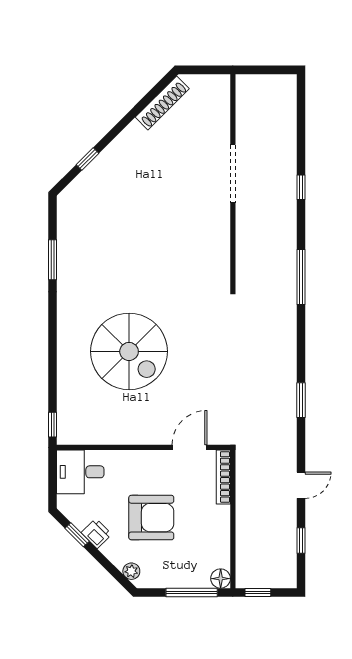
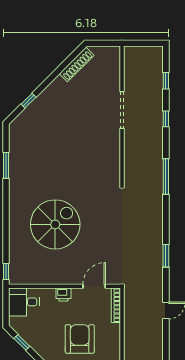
spiral stairs: (129, 351) -> (55, 224), turned -90
armchair: (151, 518) -> (80, 339), moved, turned -90
printer: (96, 533) -> (64, 295), moved, turned 135
window: (301, 540) -> (166, 81), moved

